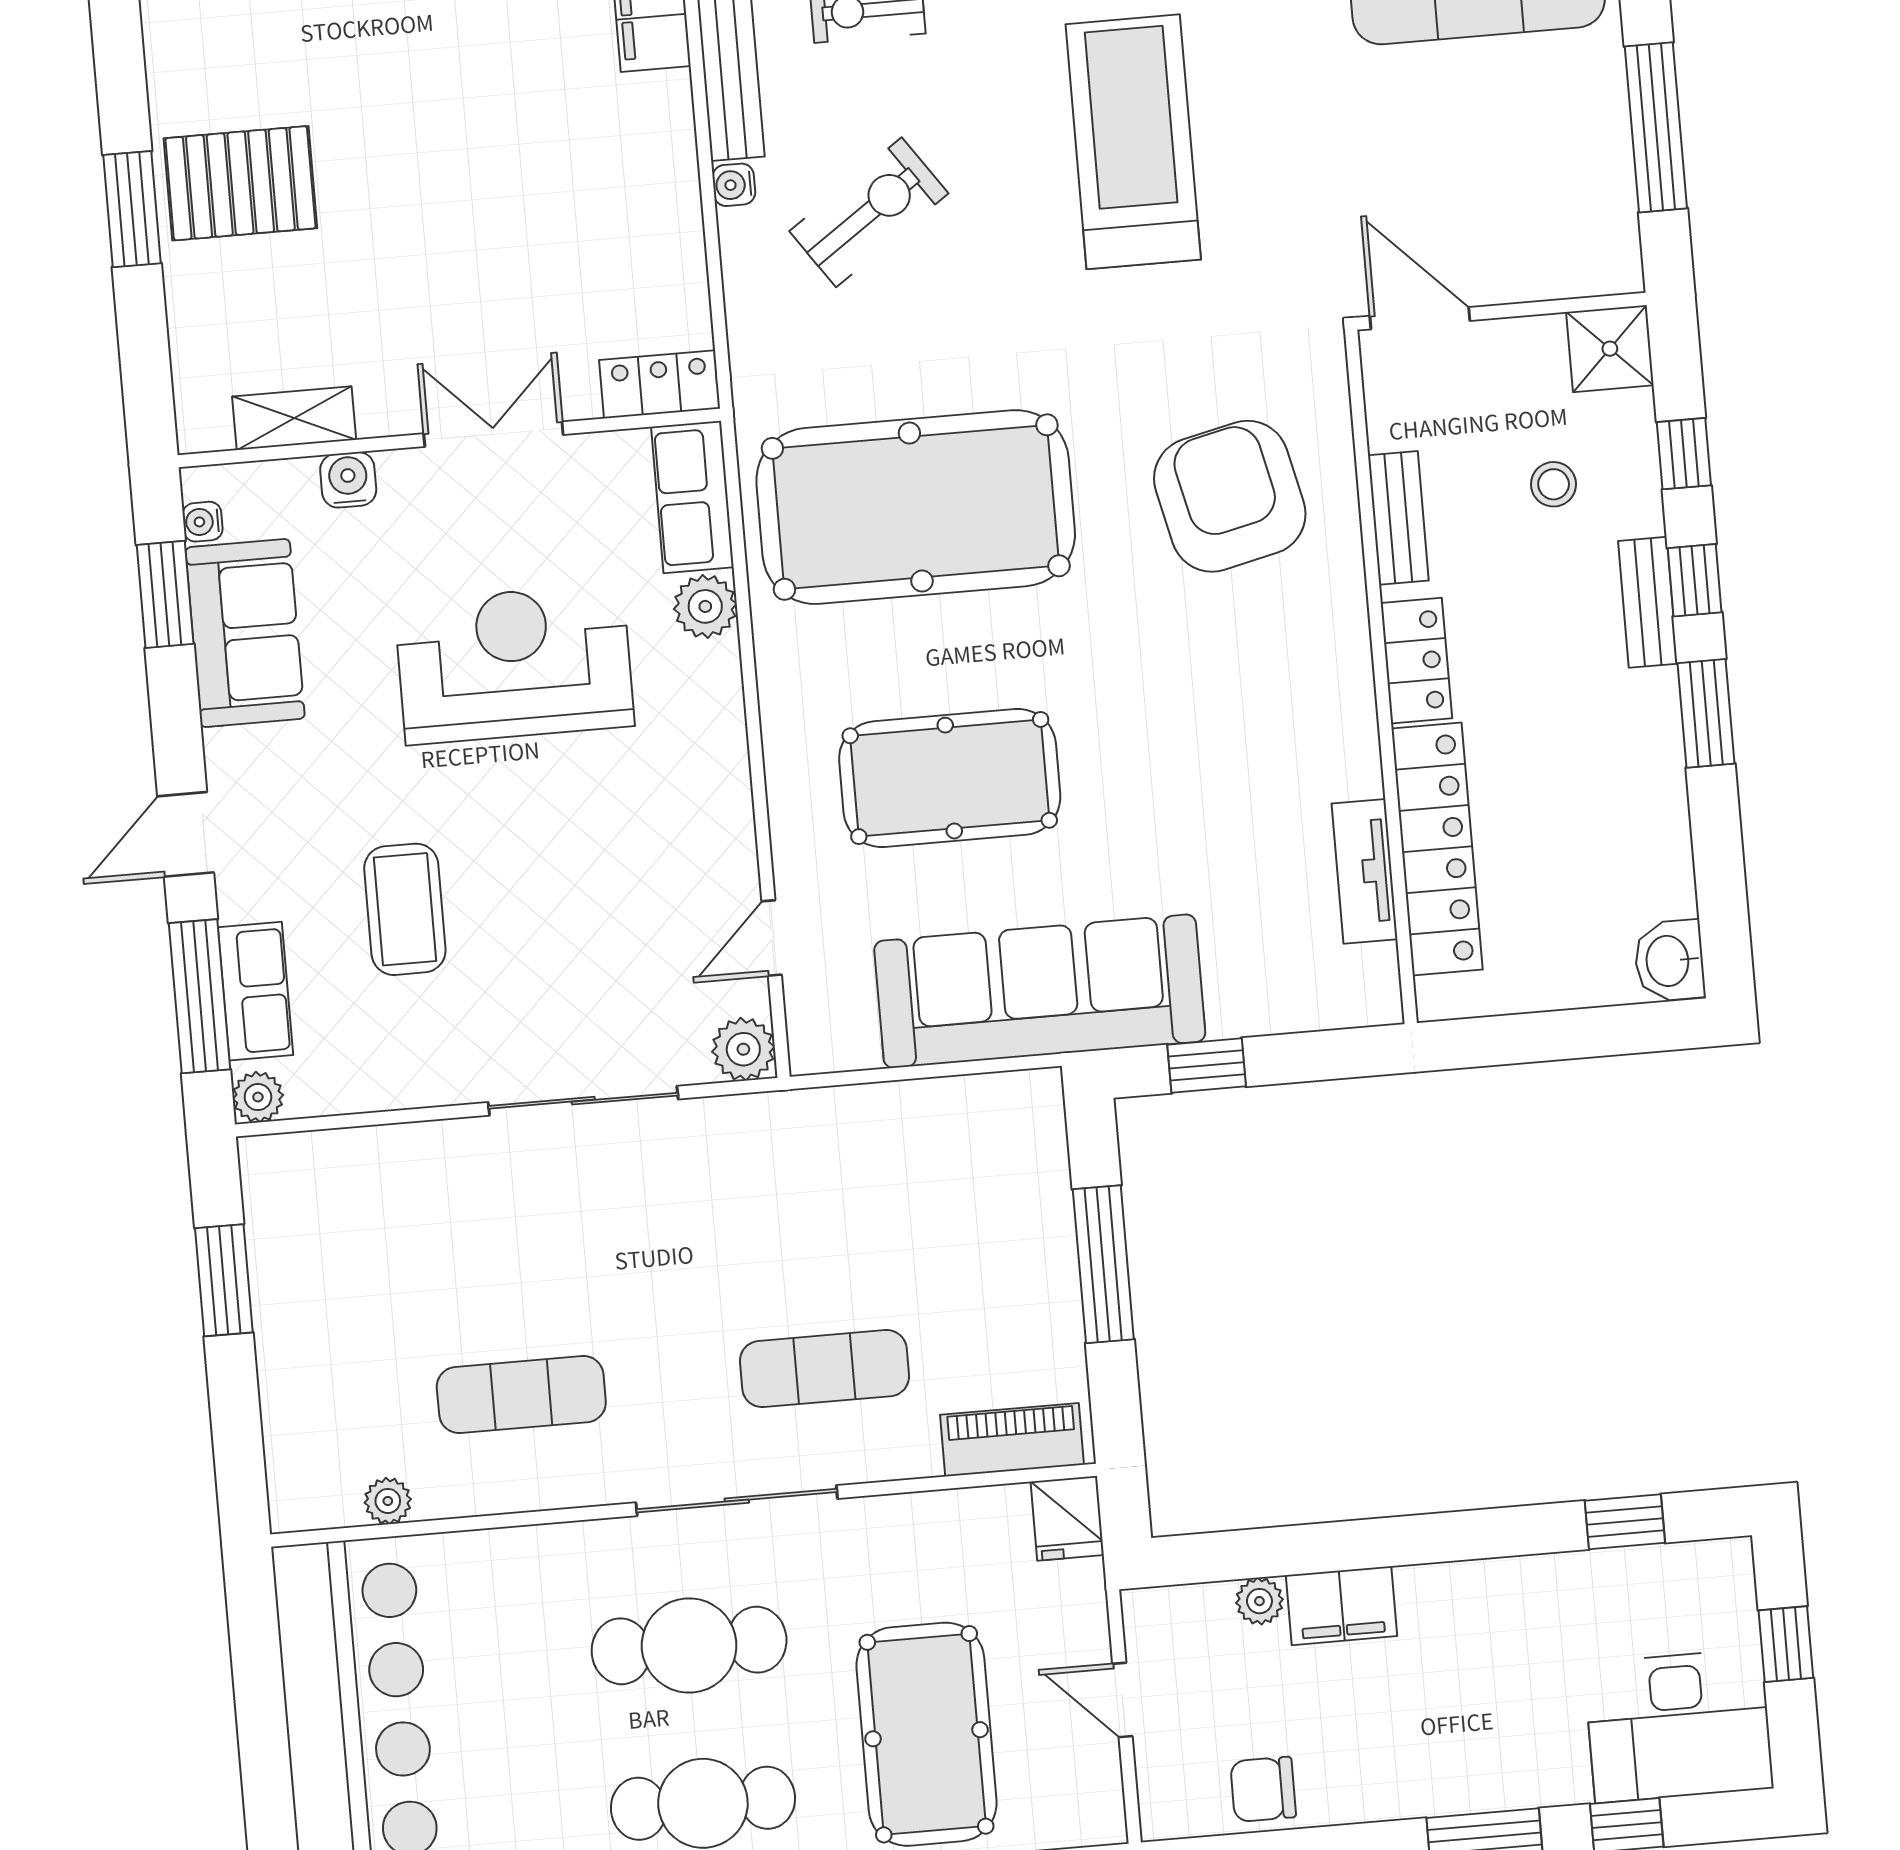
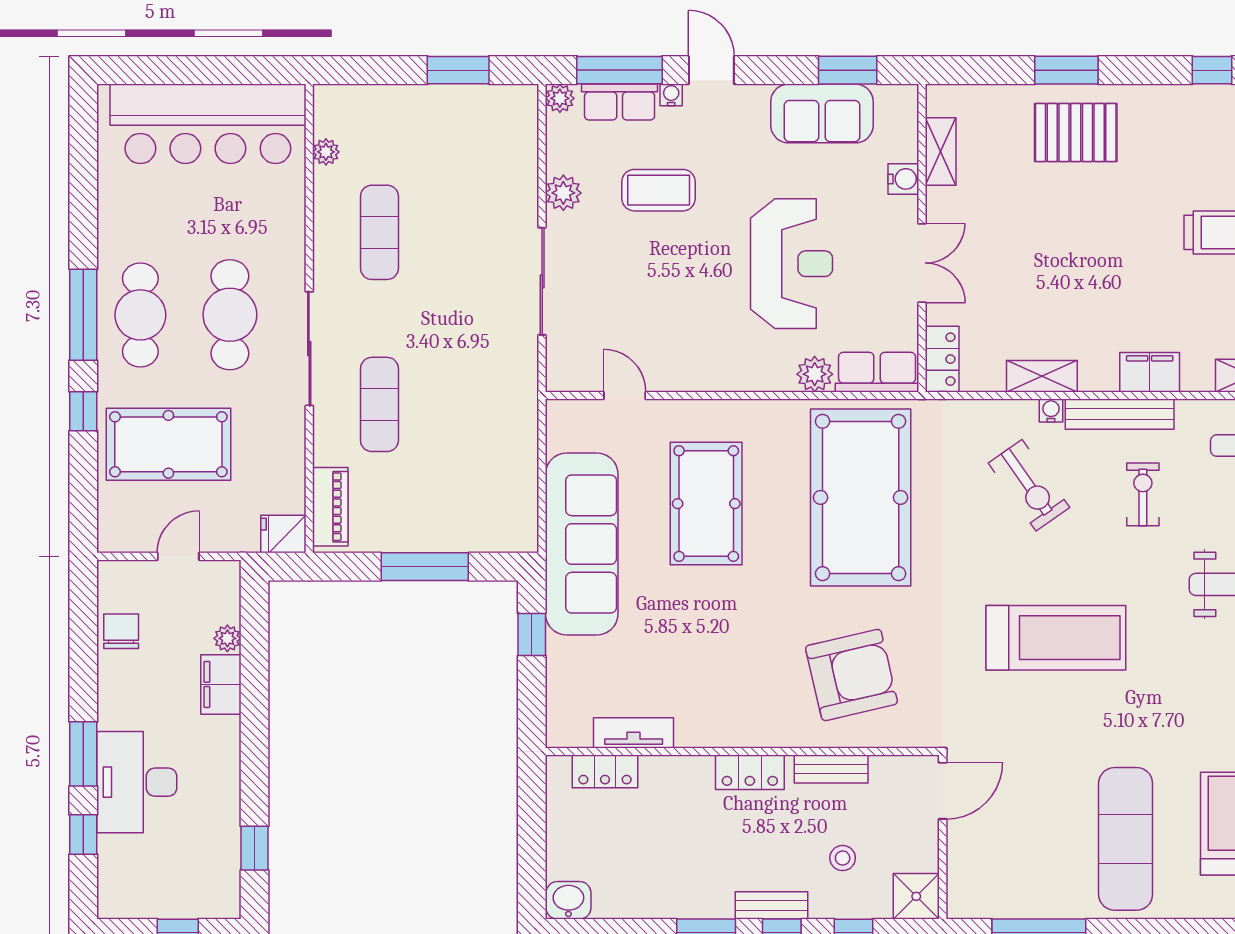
pallet: (240, 183) -> (1076, 133), turned 90
shelving: (675, 206) -> (1042, 376), added
water cooler: (203, 522) -> (671, 95), moved
locker: (1437, 849) -> (605, 771), width x0.46, depth x0.83
plant: (743, 1049) -> (563, 193), moved
desk: (1679, 1726) -> (137, 782), moved

